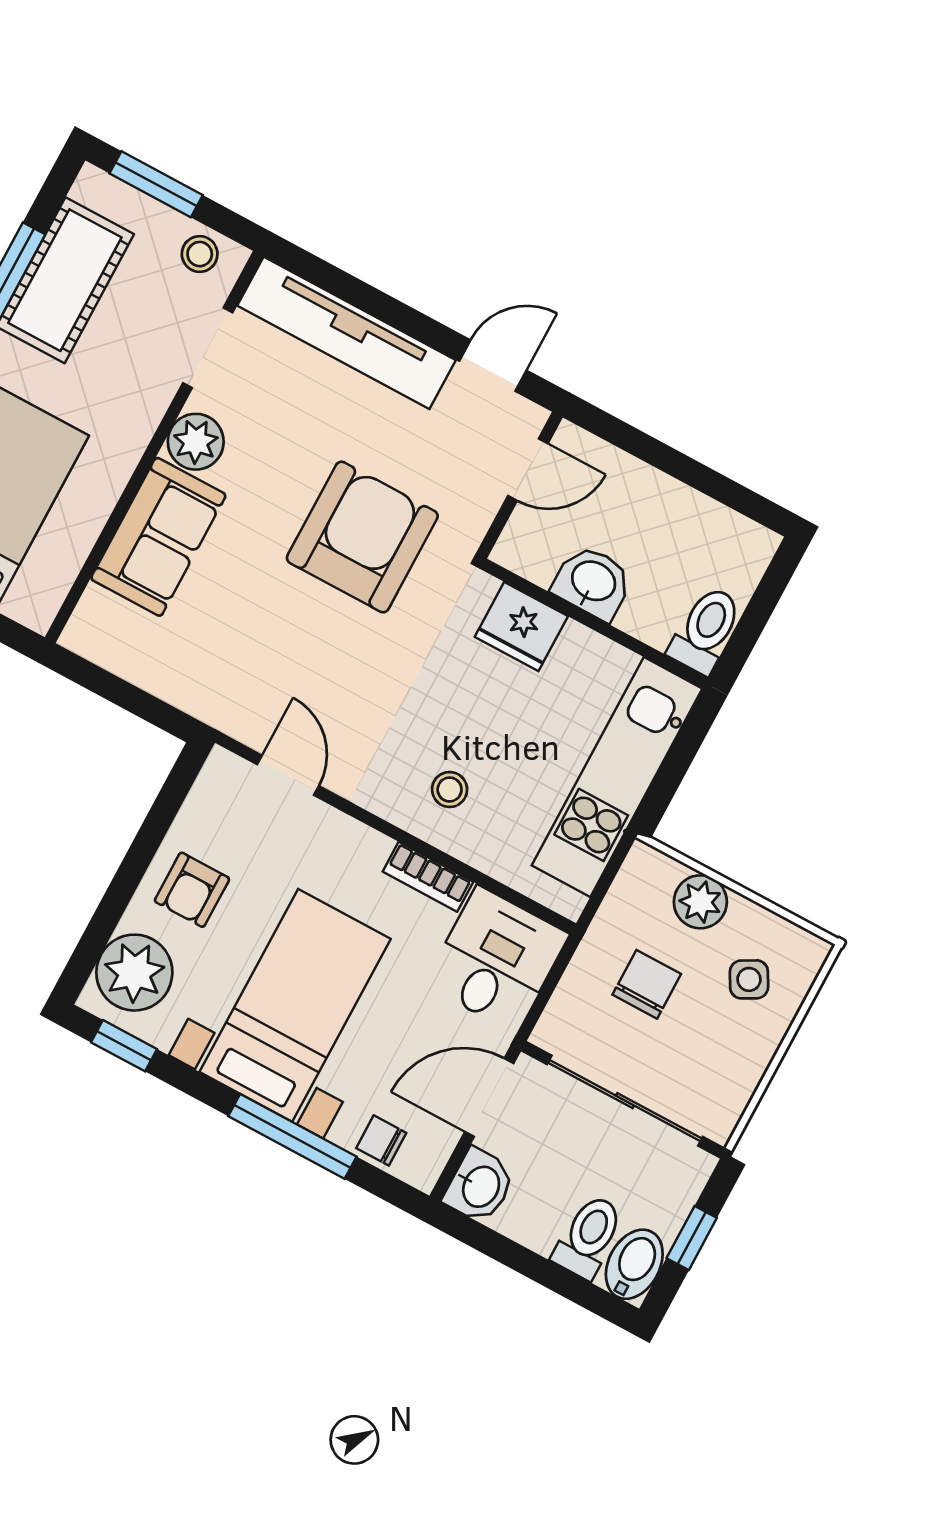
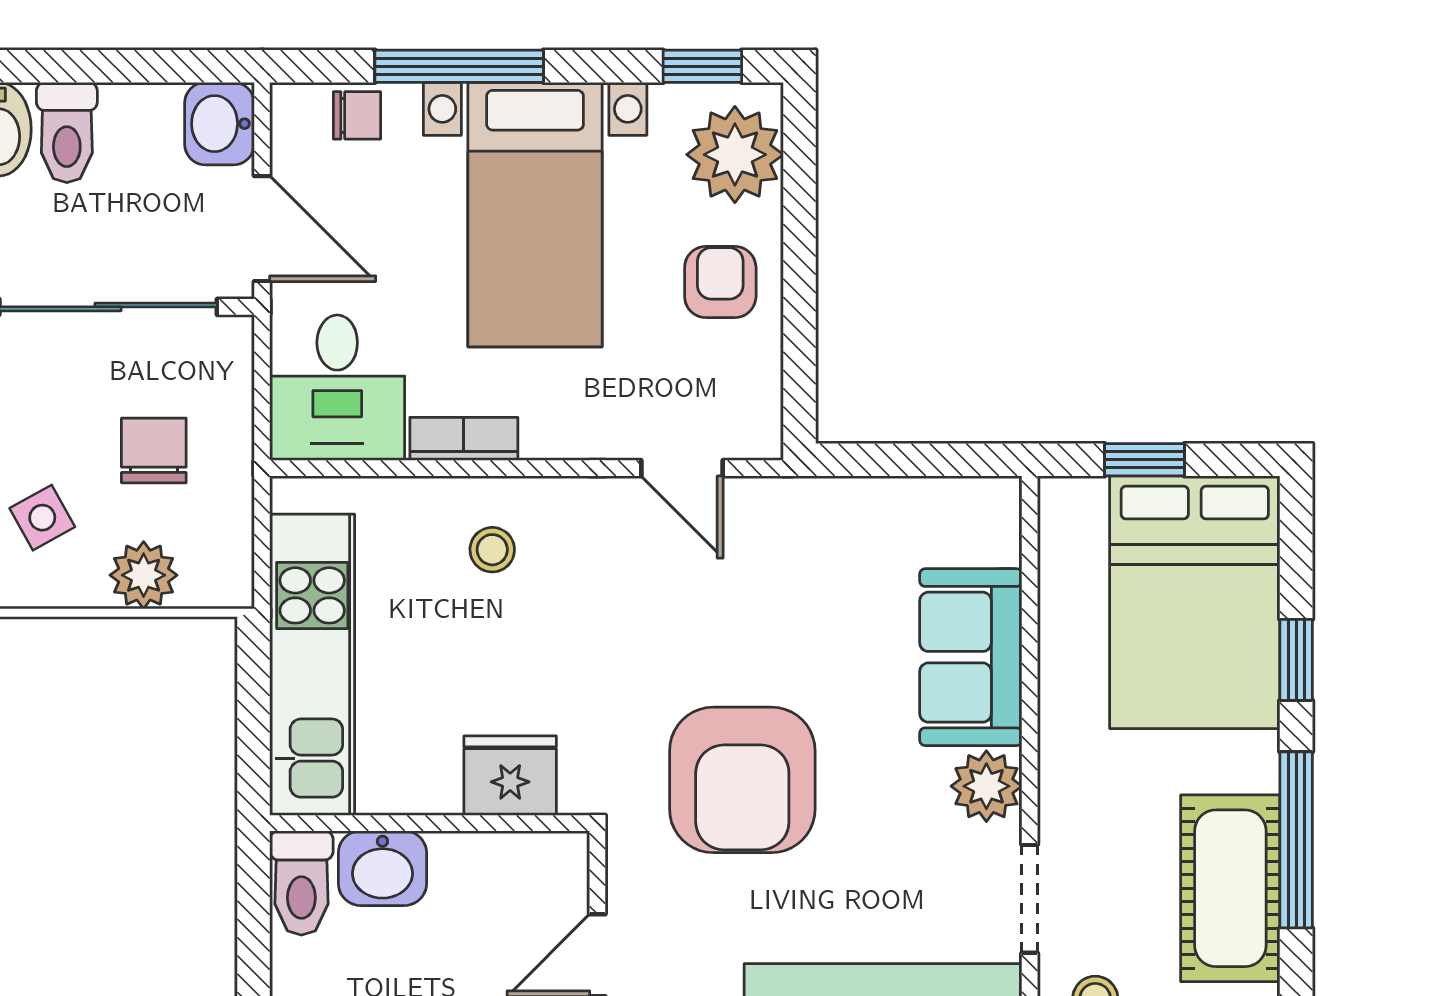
washbasin: (593, 582) -> (382, 868), moved
chair: (647, 984) -> (154, 450), turned 180
door: (489, 1098) -> (262, 229), hinge flipped

